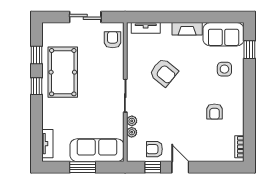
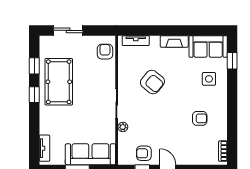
sliding door: (85, 17) -> (68, 30), moved
armchair: (214, 112) -> (200, 118), turned -90
plant: (132, 132) -> (123, 138), removed

